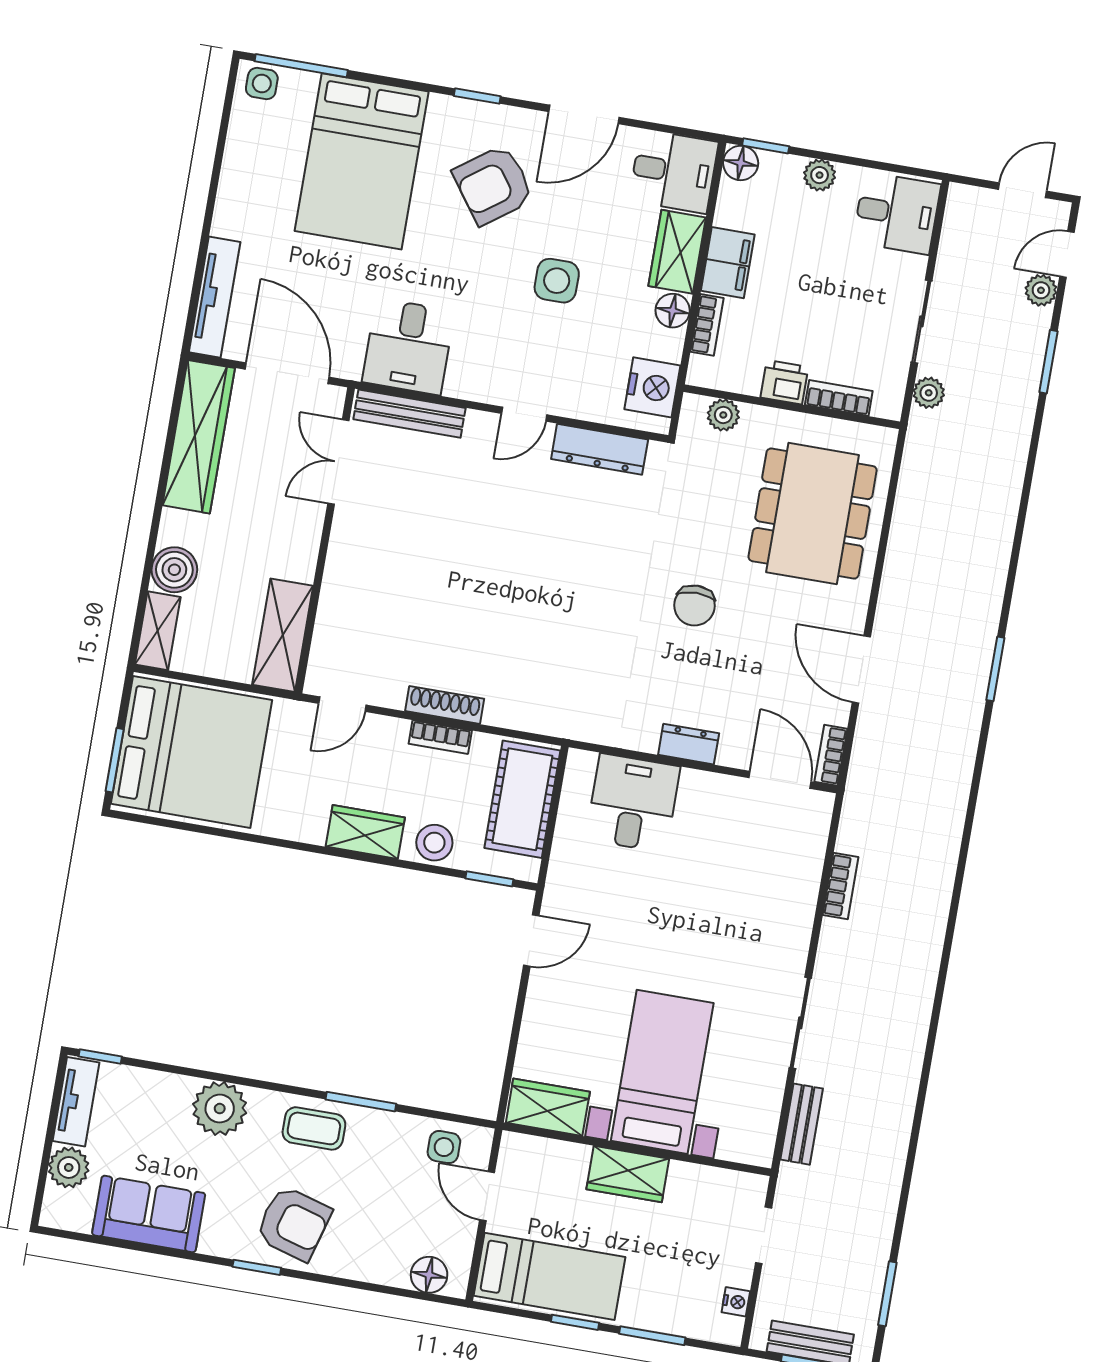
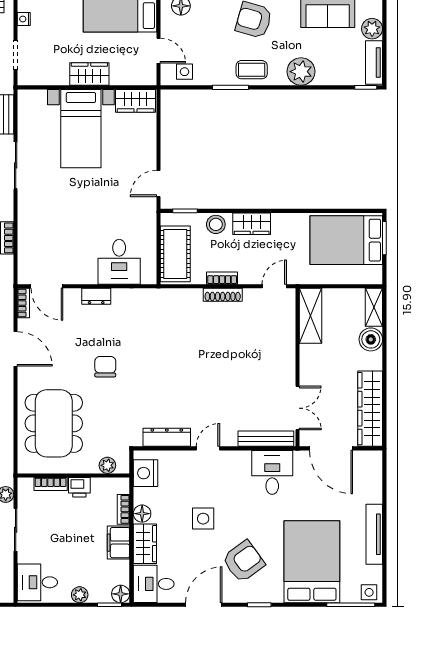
tv unit: (215, 297) -> (374, 534), moved
bed: (192, 752) -> (346, 240), width x0.73

